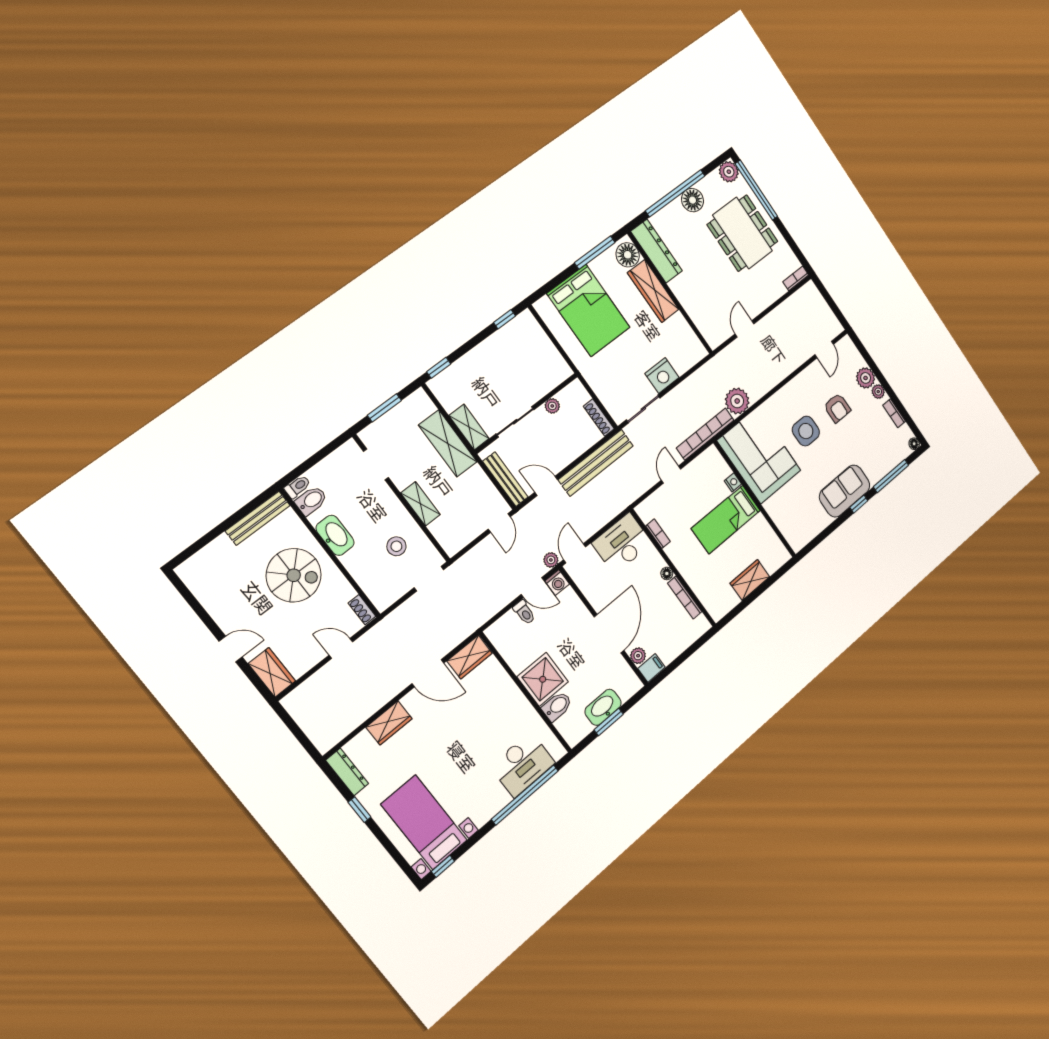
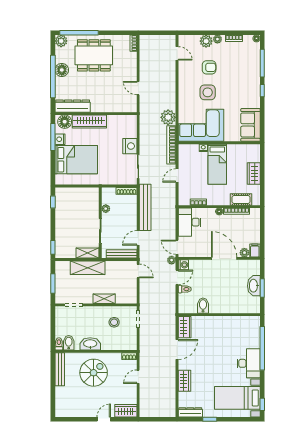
nightstand: (599, 265) -> (60, 139), added
door: (671, 475) -> (177, 176), hinge flipped
sofa: (845, 491) -> (250, 125), moved
cot: (704, 591) -> (241, 199), added
shower: (543, 679) -> (220, 303), removed
bidet: (557, 706) -> (203, 306), moved
desk: (523, 765) -> (249, 363), moved

